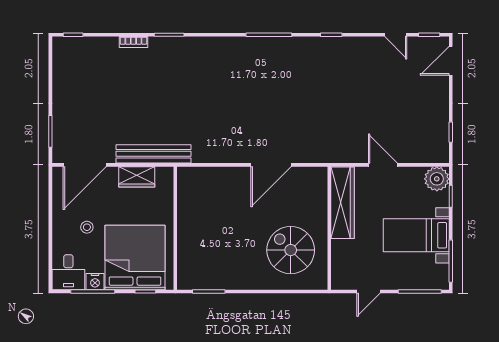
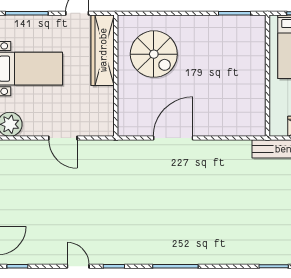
door: (396, 35) -> (78, 266), moved
wardrobe: (343, 203) -> (103, 50), moved

